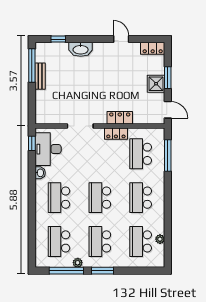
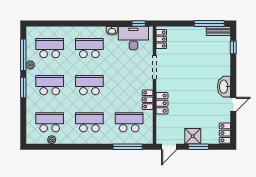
washbasin: (81, 49) -> (224, 87), moved
bench: (40, 76) -> (218, 31), moved
locker: (49, 118) -> (161, 39), added

